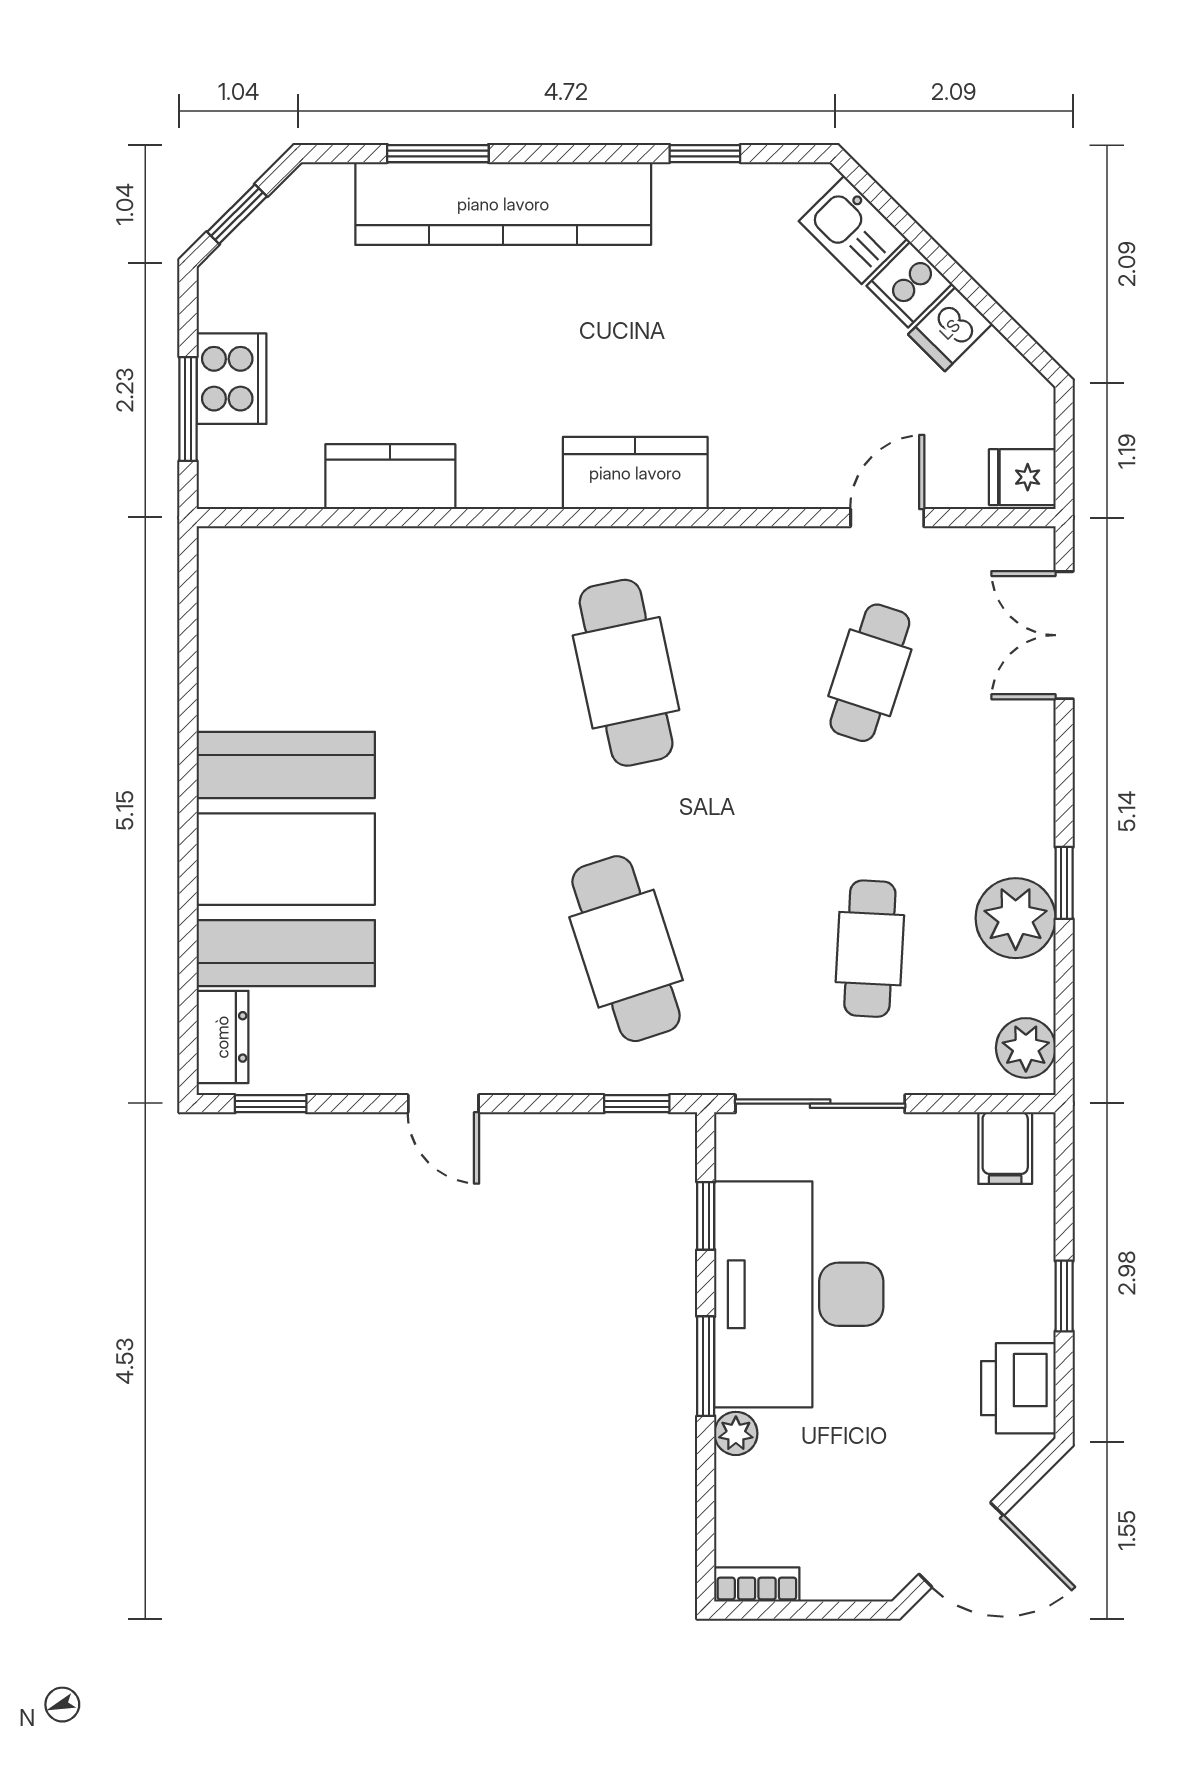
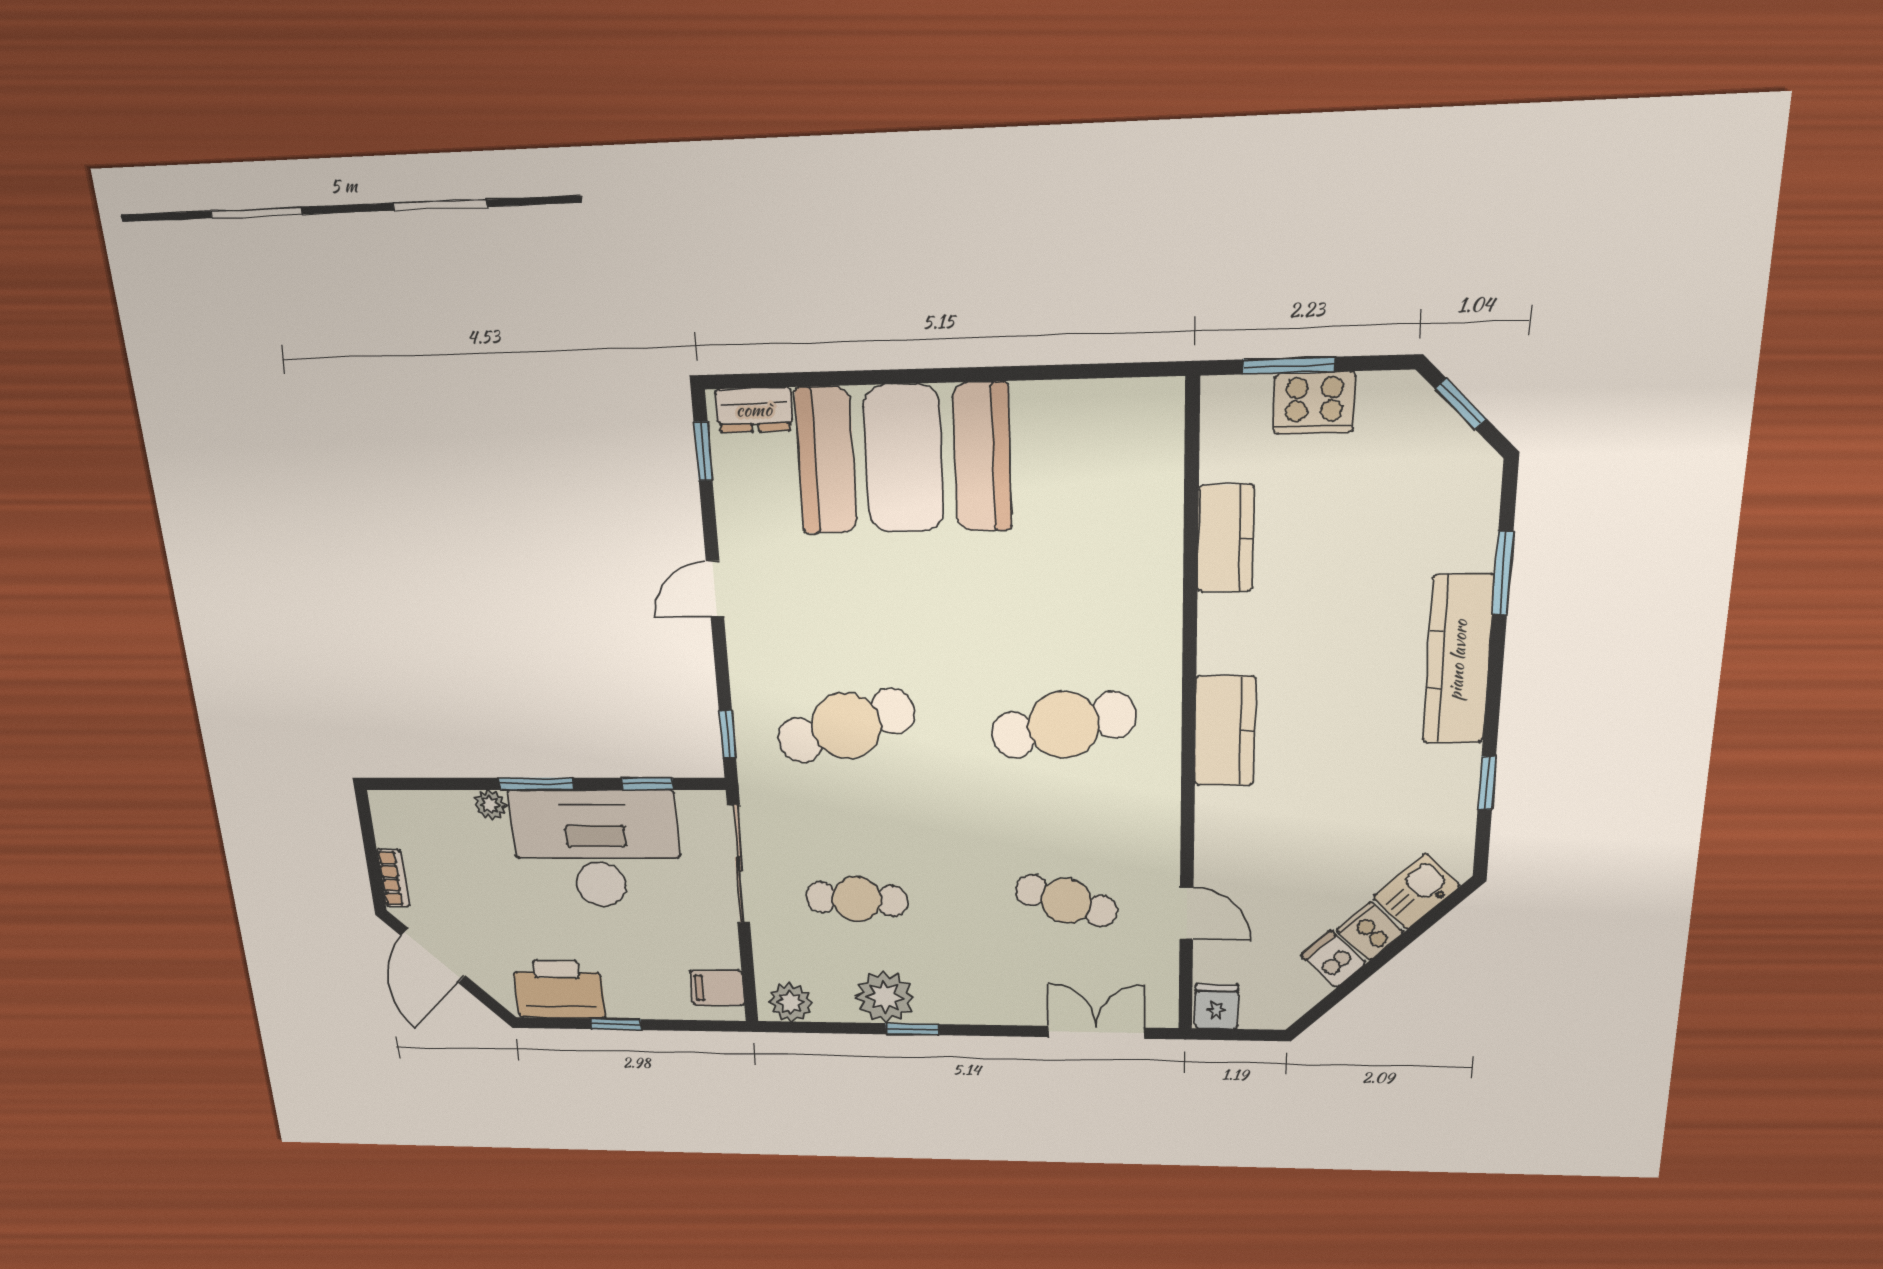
kitchen counter: (503, 204) -> (1458, 660), width x0.72, depth x0.86
printer: (1018, 1388) -> (559, 989), width x1.37, depth x1.19
bookcase: (757, 1584) -> (393, 878), moved

